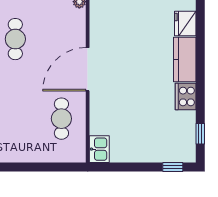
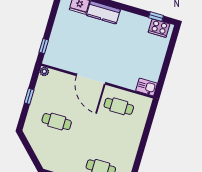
cooker: (186, 96) -> (159, 28), moved
window: (173, 167) -> (173, 41), removed

